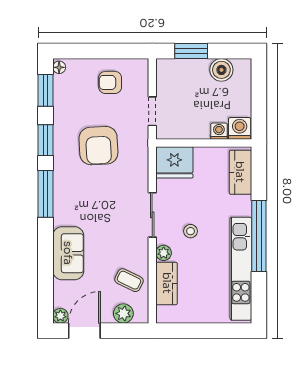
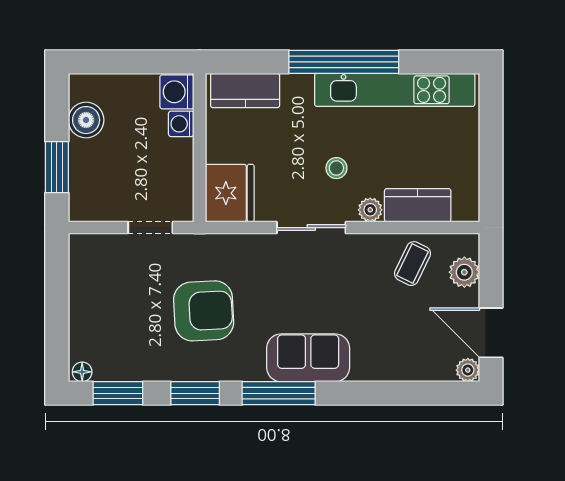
armchair: (110, 82) -> (106, 293), removed
sofa: (68, 253) -> (308, 358), moved

